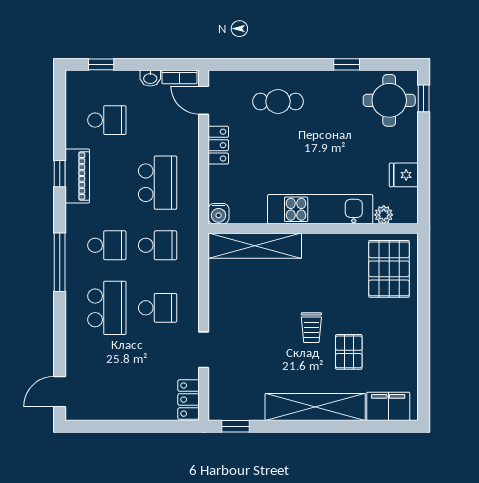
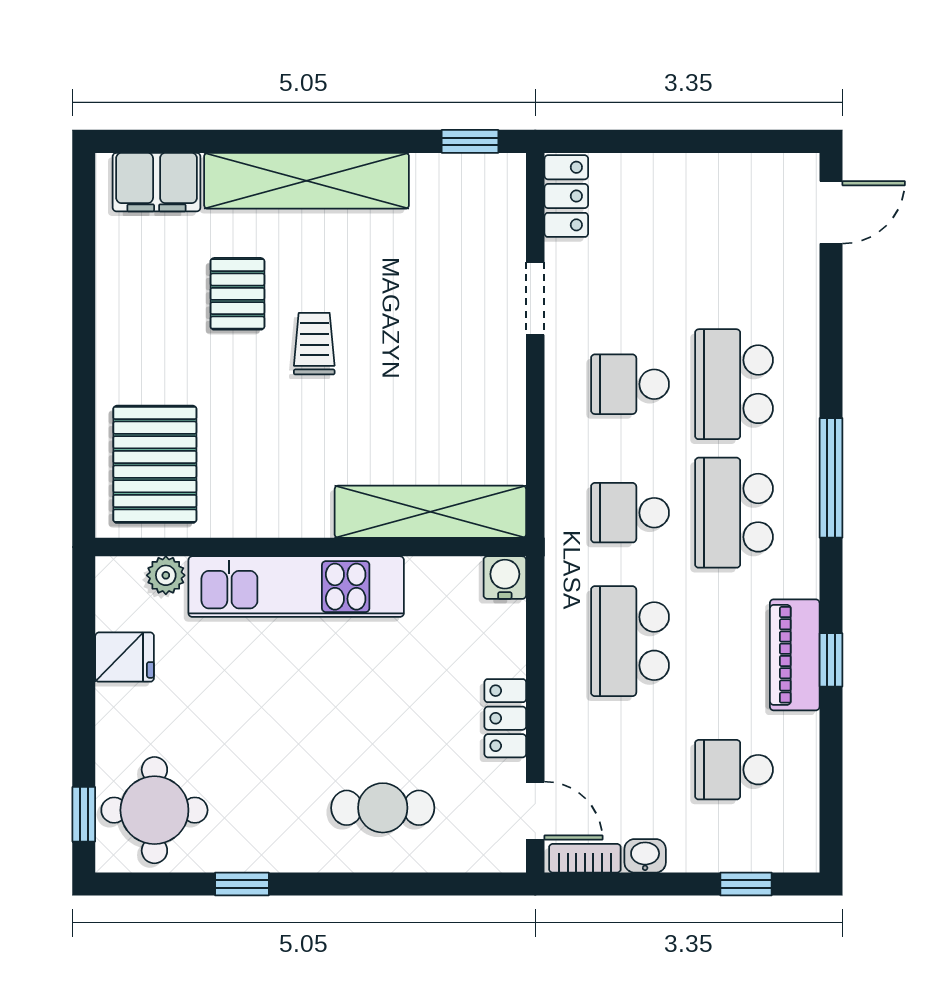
school desk: (107, 245) -> (734, 513), width x1.85

